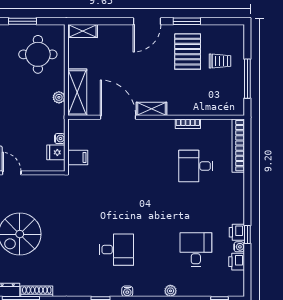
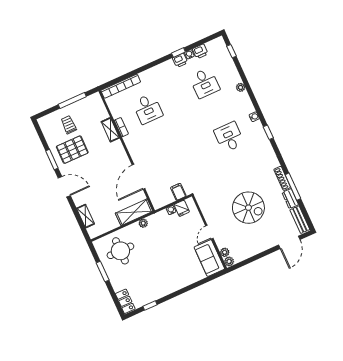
shelving: (83, 31) -> (86, 216), moved
shelving: (152, 109) -> (110, 130), moved
desk: (196, 250) -> (205, 83), turned -90

